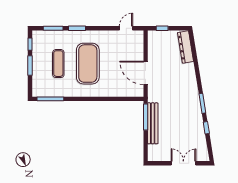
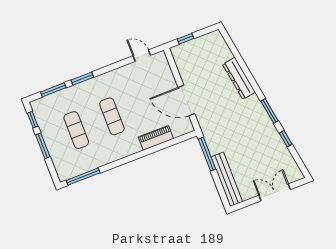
door: (126, 28) -> (142, 56), hinge flipped
dresser: (186, 47) -> (239, 78), moved
exercise mat: (88, 64) -> (112, 116), width x0.50, depth x0.69
piano: (113, 91) -> (156, 138), added
bench: (153, 123) -> (227, 179), moved

